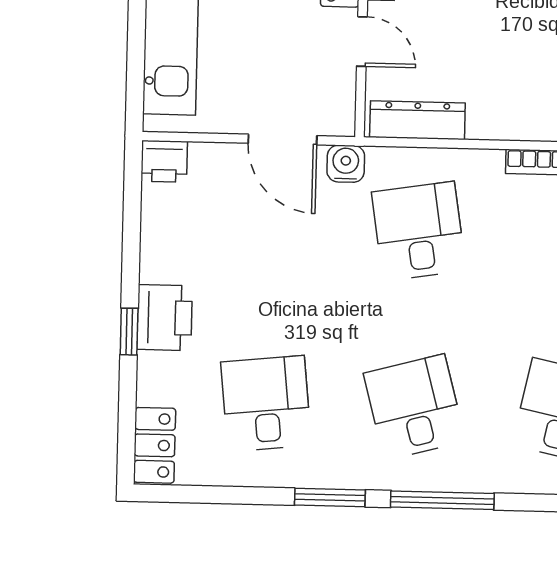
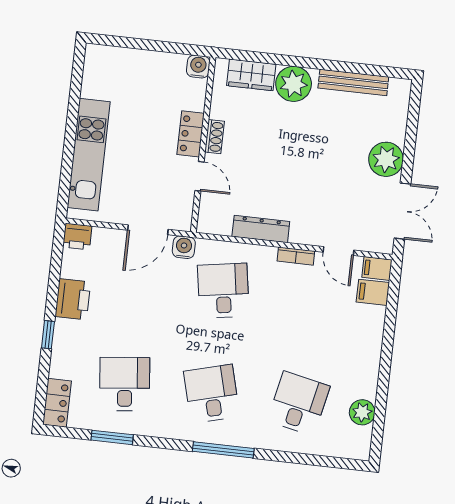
dresser: (417, 120) -> (261, 229), moved
door: (282, 139) -> (148, 230), hinge flipped
printer: (165, 318) -> (73, 299), moved
window: (330, 498) -> (112, 437), moved

